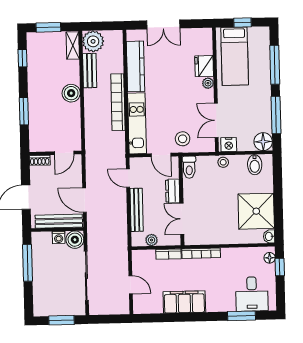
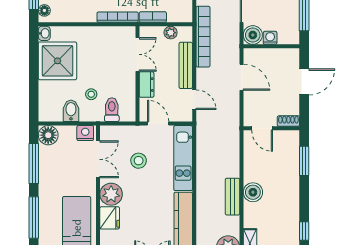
bench: (90, 71) -> (232, 197), moved
plant: (208, 83) -> (111, 194), width x1.88, depth x1.88
bookcase: (118, 102) -> (203, 37), moved
window: (24, 111) -> (304, 161), moved
stool: (183, 139) -> (139, 161), moved
door: (64, 153) -> (262, 128), swing flipped
stool: (223, 162) -> (91, 94), moved
bidet: (255, 165) -> (71, 111), moved
toilet: (189, 167) -> (112, 110), moved
bench: (59, 221) -> (269, 55), removed

